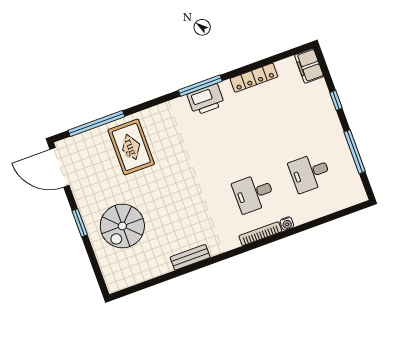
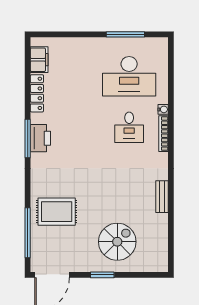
filing cabinet: (309, 66) -> (39, 60), moved, turned -90
window: (336, 100) -> (79, 34), removed
desk: (310, 173) -> (129, 76), width x1.87, depth x1.30
spiral stairs: (122, 226) -> (117, 242), turned -90

